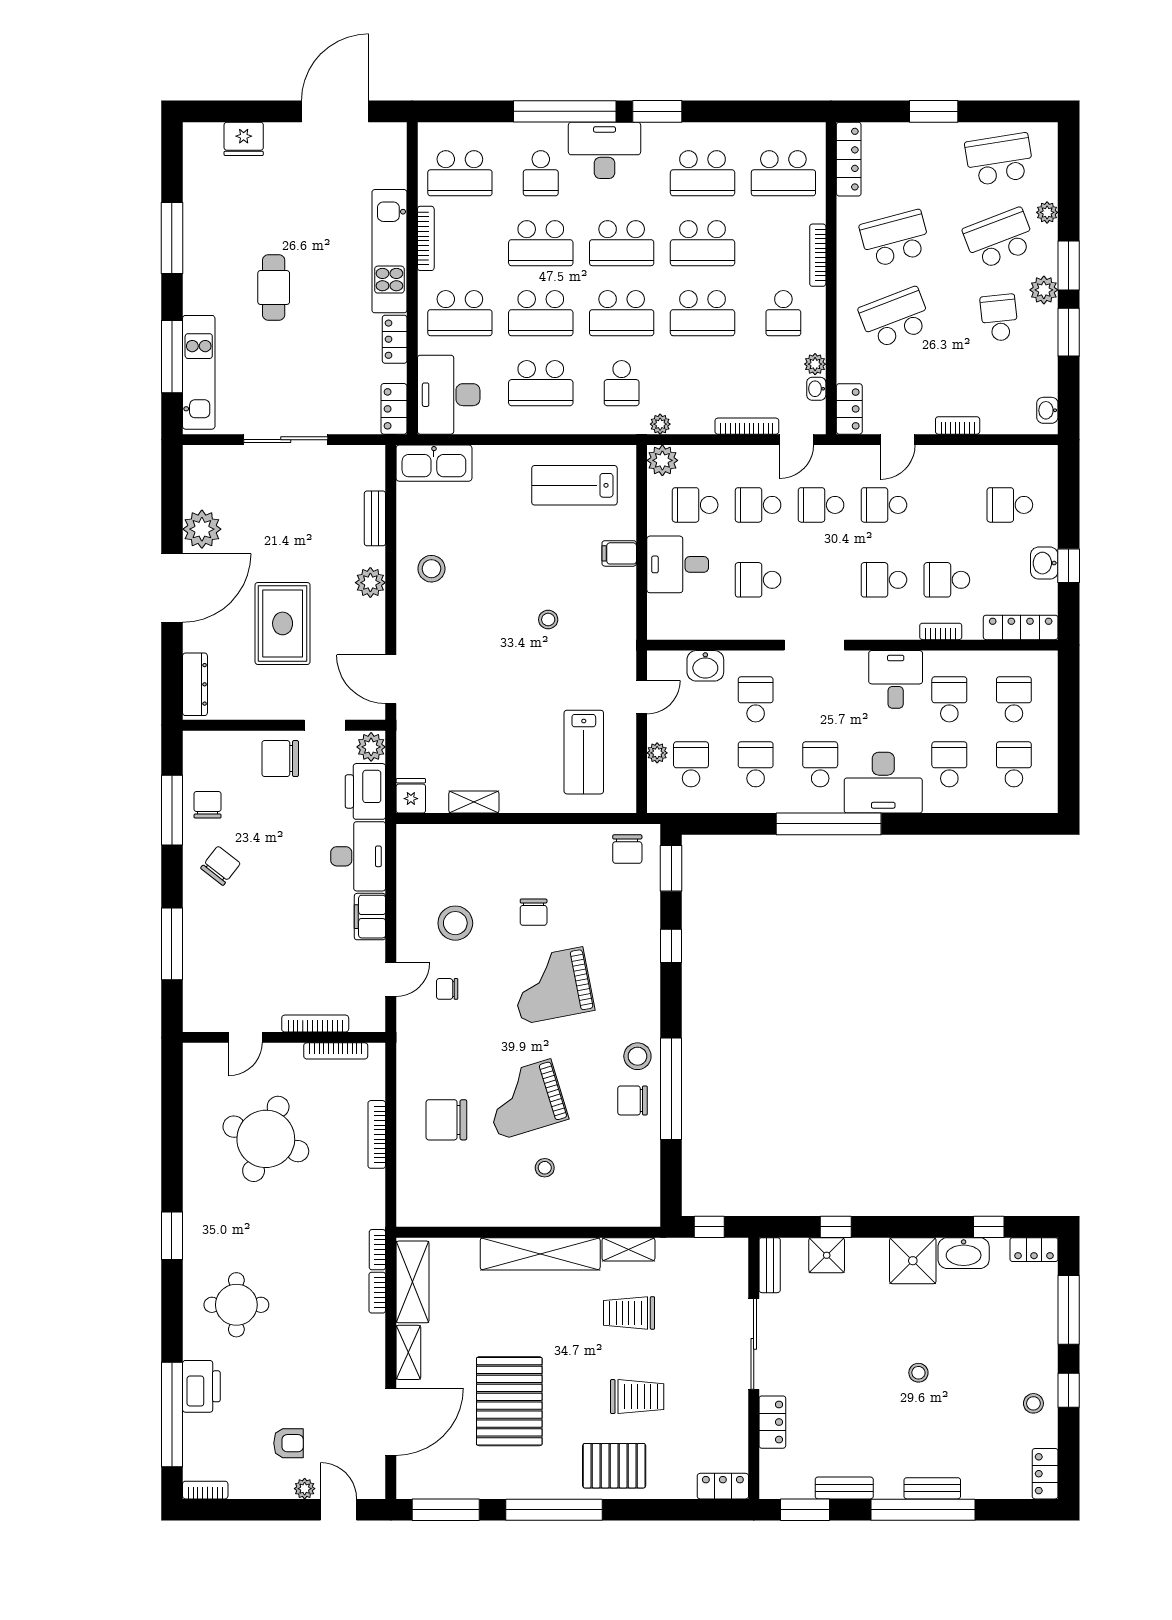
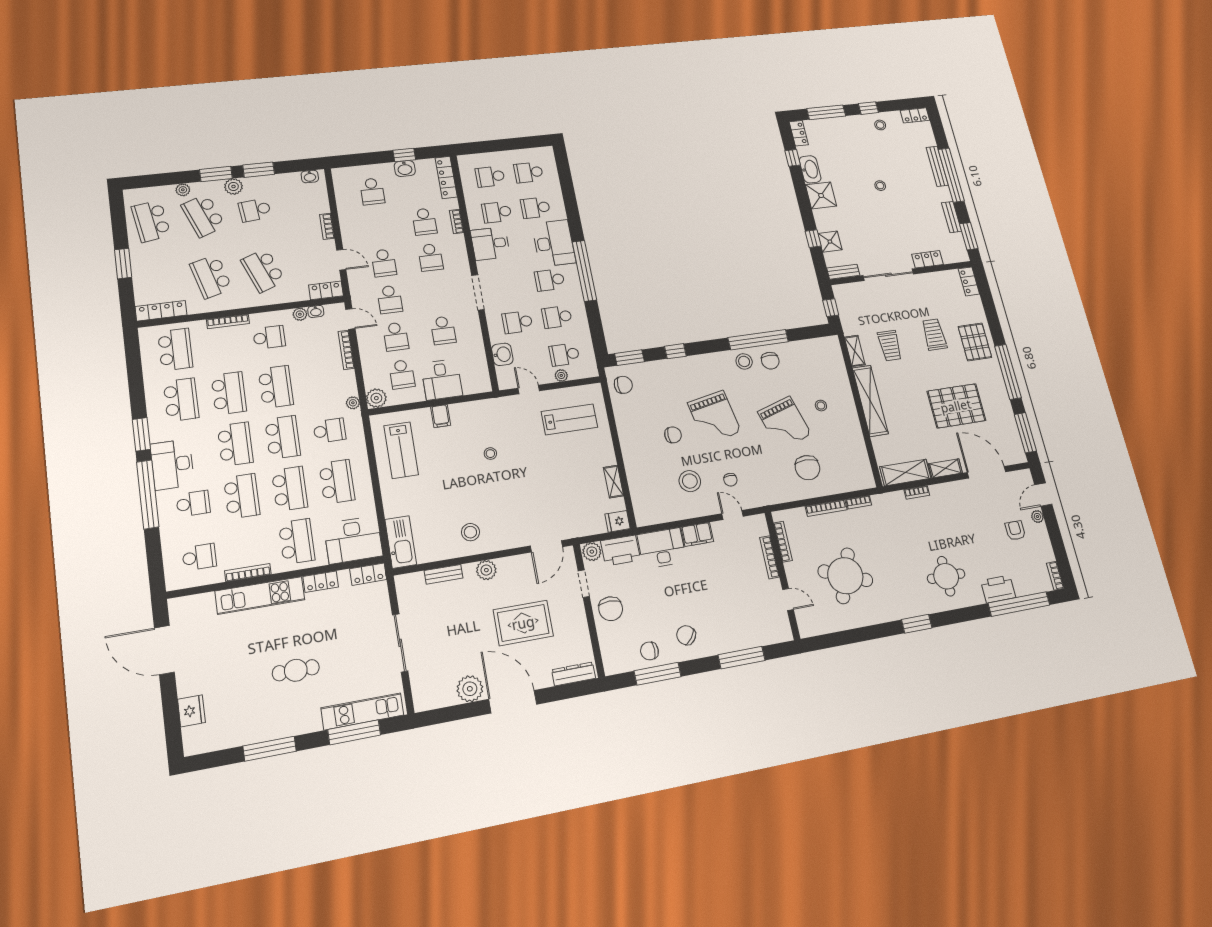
school desk: (460, 173) -> (199, 557), width x0.54
bookcase: (377, 1250) -> (859, 502), moved
bench: (932, 1488) -> (937, 166), width x1.36

